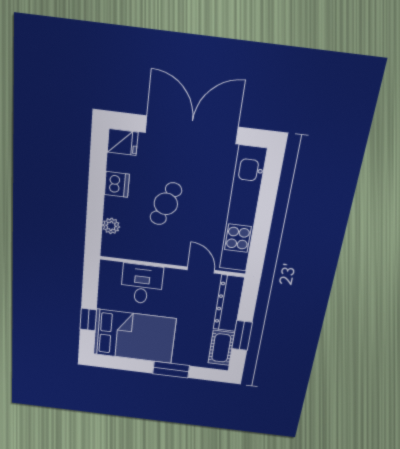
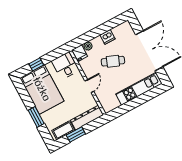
fridge: (123, 142) -> (80, 53), moved
kitchen unit: (243, 210) -> (139, 89), width x0.73
door: (201, 270) -> (89, 86), moved
desk: (142, 284) -> (65, 66), moved, turned -90

